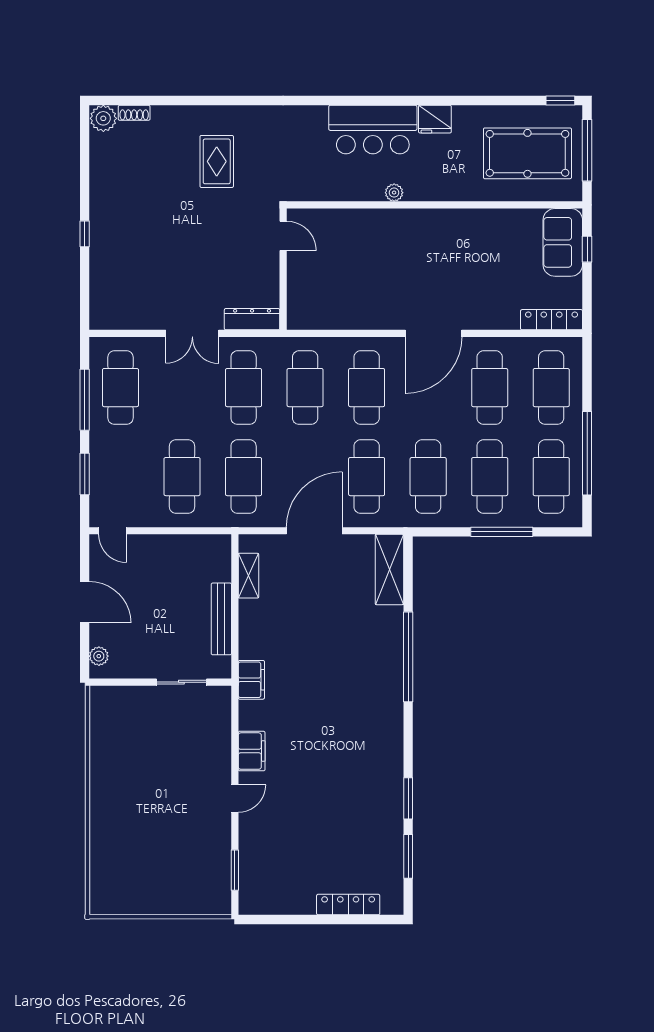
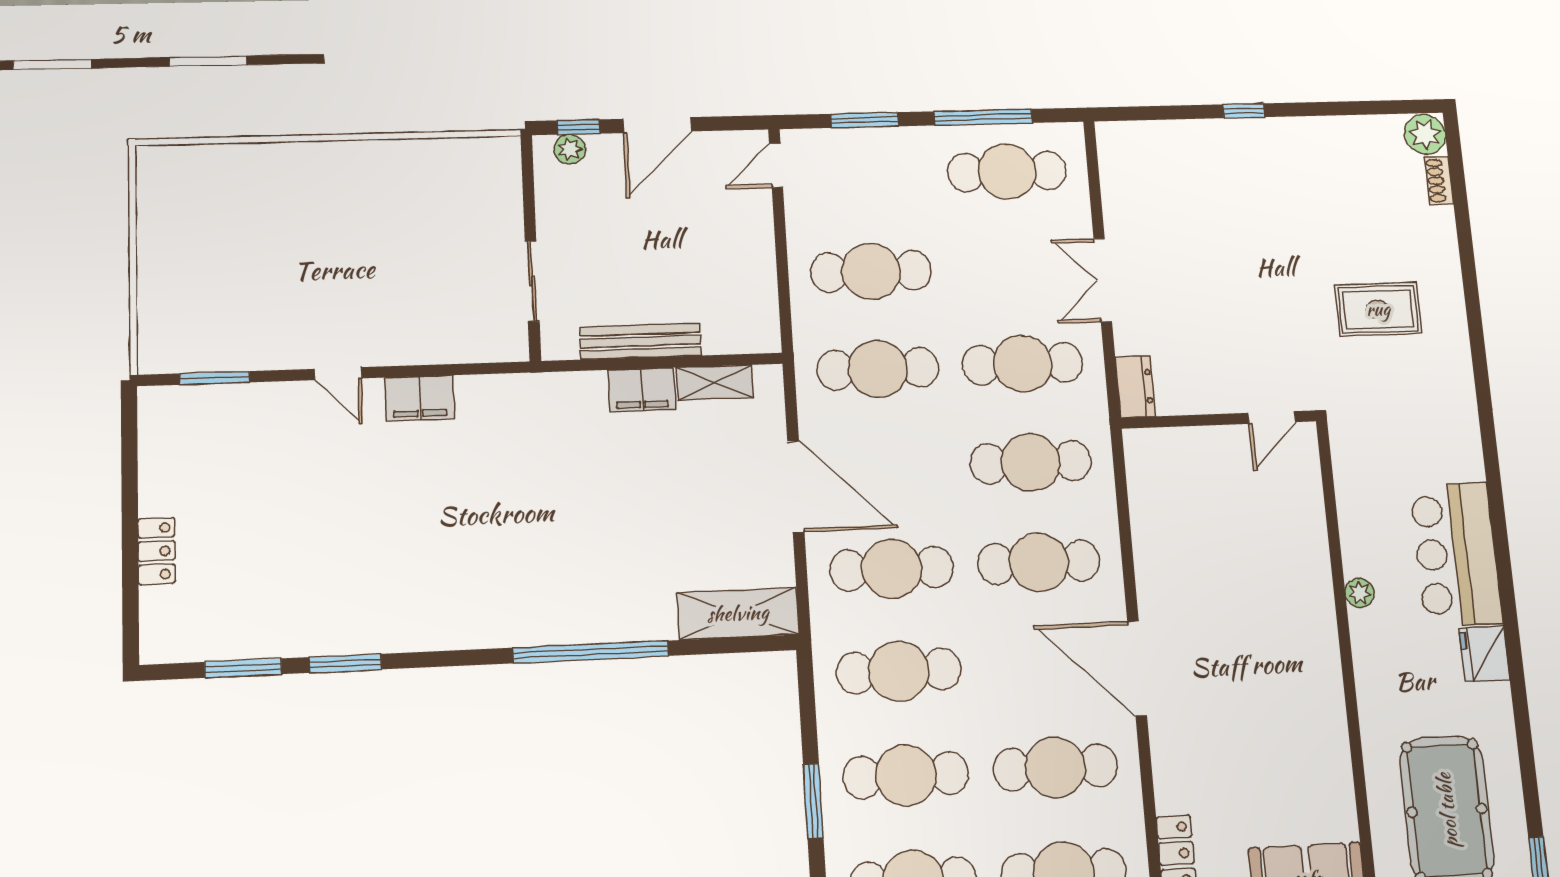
dresser: (252, 319) -> (1135, 387), width x0.70
window: (502, 532) -> (813, 801), width x0.69
window: (85, 650) -> (578, 127), added
filing cabinet: (251, 680) -> (642, 390), moved
locker: (348, 905) -> (157, 551), width x0.66

